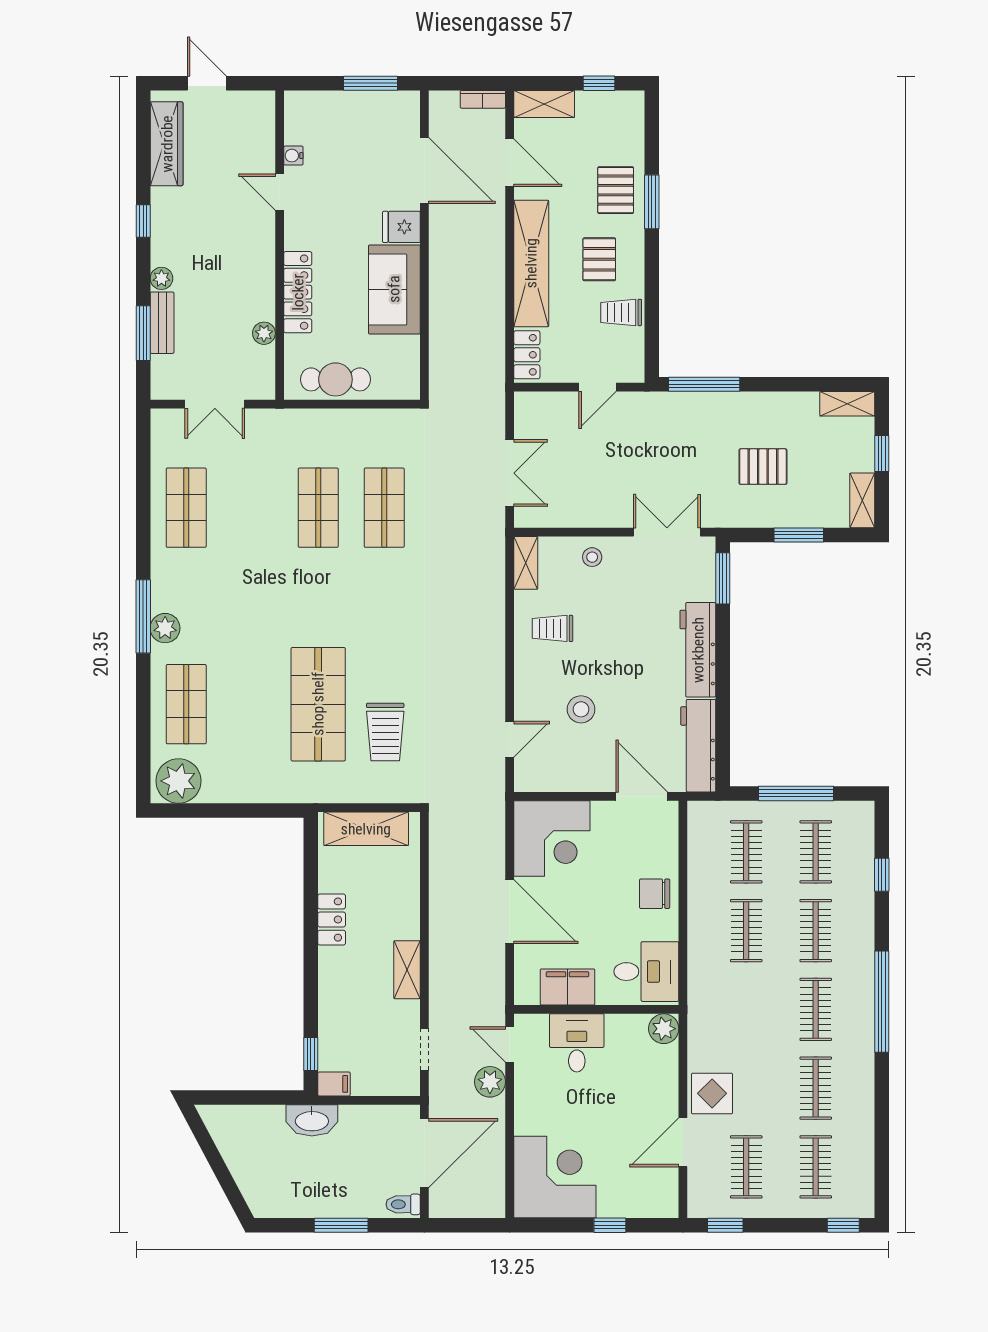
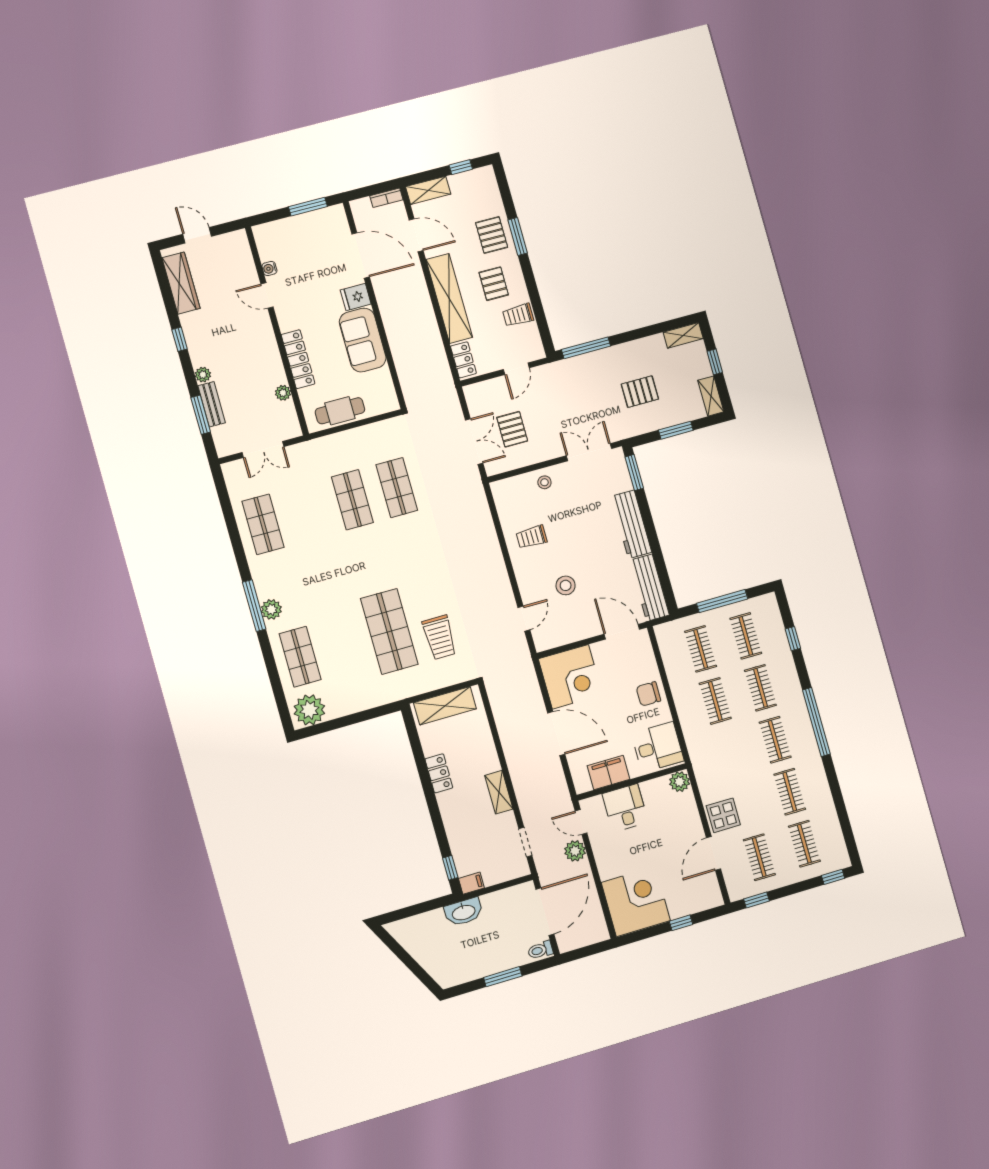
pallet: (568, 470) -> (512, 429), added
shelving: (526, 563) -> (502, 498), removed

